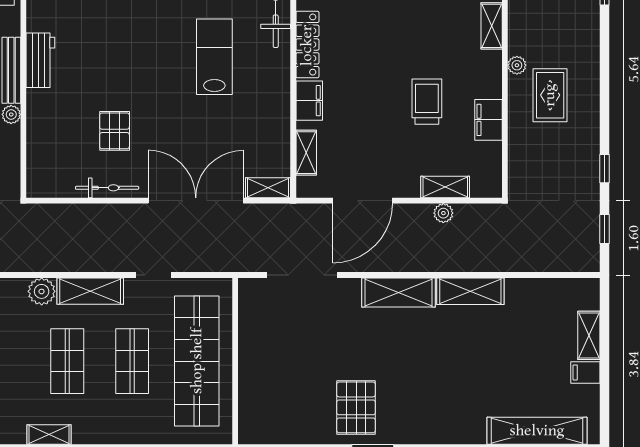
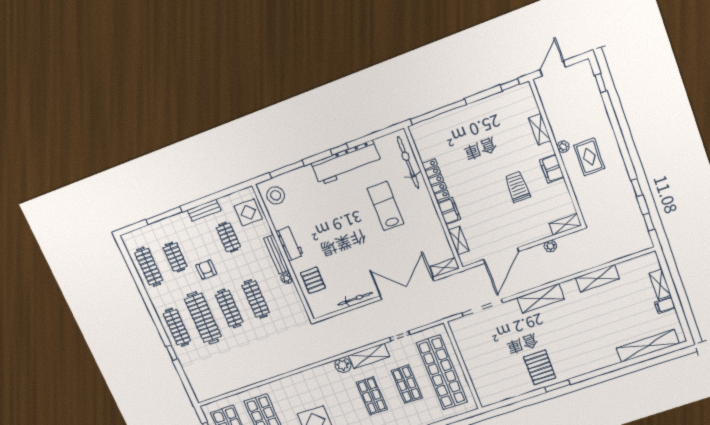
filing cabinet: (488, 120) -> (552, 169), moved
pallet: (115, 131) -> (313, 280), moved
shelving: (445, 187) -> (565, 224), moved
shelving: (470, 291) -> (597, 278), moved

